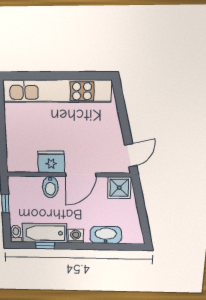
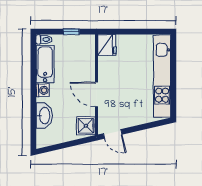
fridge: (51, 162) -> (107, 45), moved
bidet: (50, 187) -> (86, 70), removed
window: (45, 246) -> (33, 64), removed

